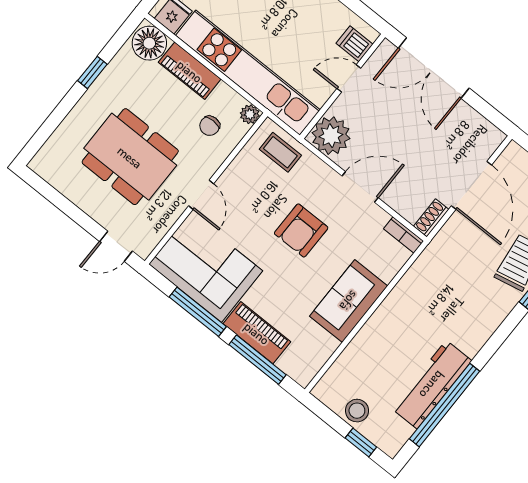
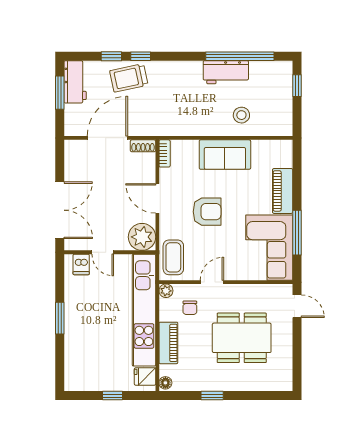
floor lamp: (149, 43) -> (165, 383), width x0.53, depth x0.53
chair: (210, 126) -> (190, 308), turned 90
coffee table: (280, 152) -> (173, 257), width x1.36, depth x1.30
dining table: (130, 157) -> (242, 338), turned 90
door: (201, 195) -> (212, 282), moved
window: (257, 360) -> (297, 179), removed
workbench: (432, 385) -> (226, 72), width x0.73
stool: (357, 411) -> (241, 115), moved

